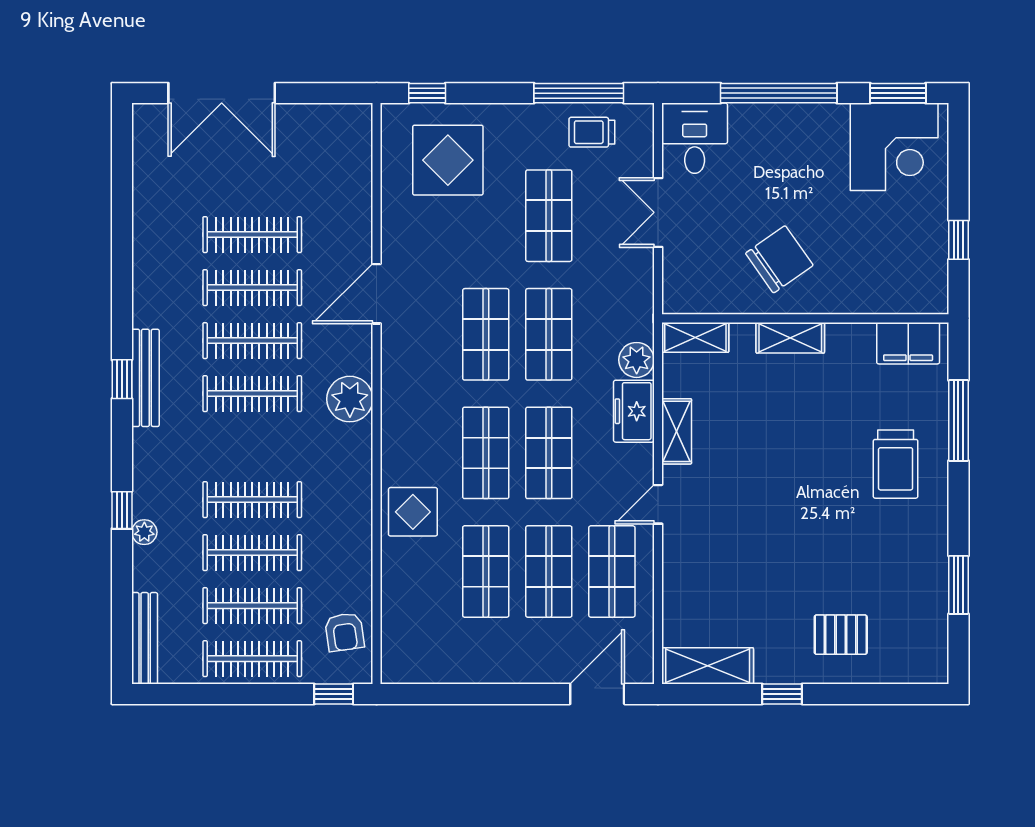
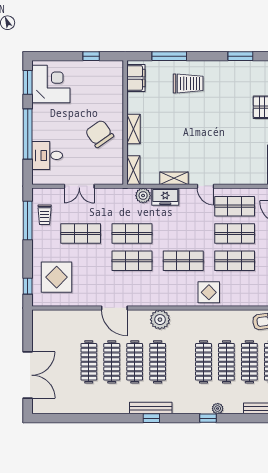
desk: (695, 138) -> (47, 155), moved
shop shelf: (549, 453) -> (183, 233), removed

